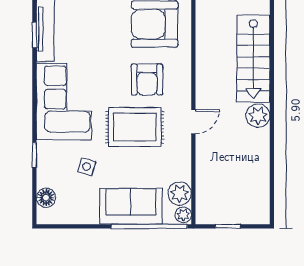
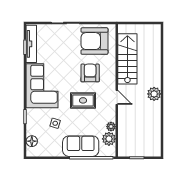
stairs: (253, 59) -> (127, 59), moved, turned 180
armchair: (147, 79) -> (90, 73), turned 180
door: (193, 122) -> (117, 97), hinge flipped
rug: (135, 127) -> (83, 100), width x0.73, depth x0.70
plant: (183, 215) -> (111, 127), moved

